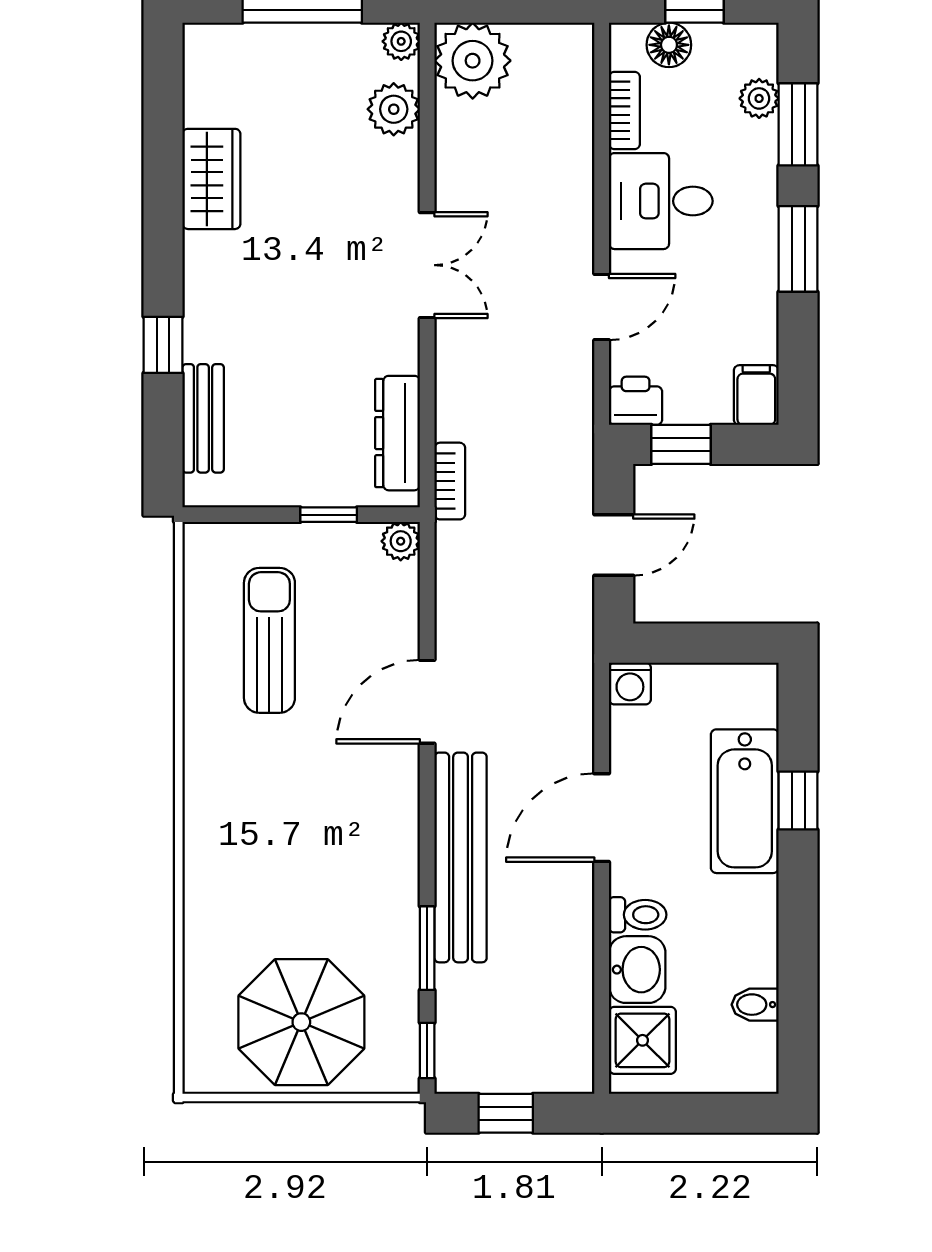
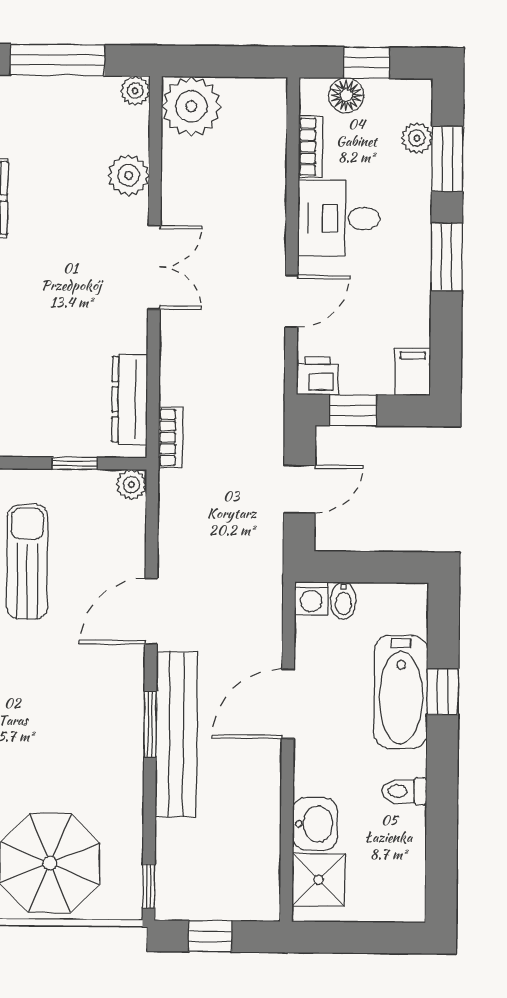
plant: (394, 109) -> (129, 175), moved
toilet: (638, 915) -> (404, 791), moved, turned 180
window: (427, 948) -> (150, 724), moved
bidet: (755, 1005) -> (343, 601), moved, turned -90

